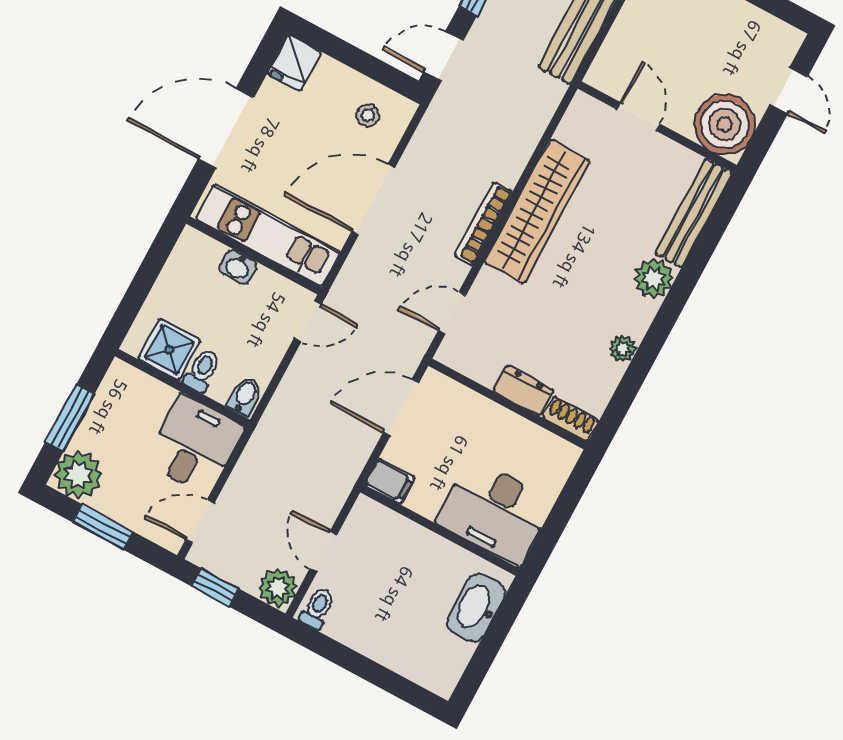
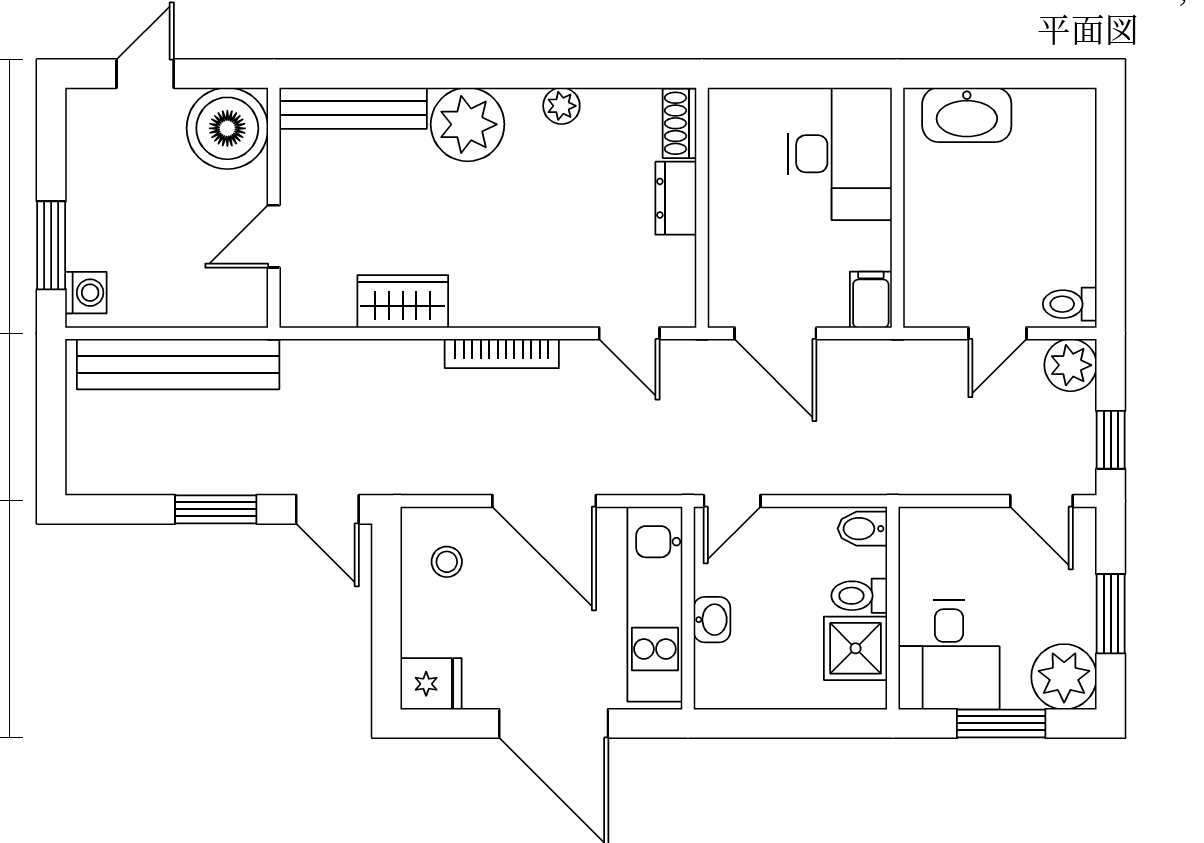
wardrobe: (537, 212) -> (403, 301), width x0.48, depth x0.85
plant: (653, 278) -> (468, 124), width x1.36, depth x1.36
door: (308, 321) -> (732, 501), swing flipped
desk: (194, 445) -> (949, 655), moved, turned -90

